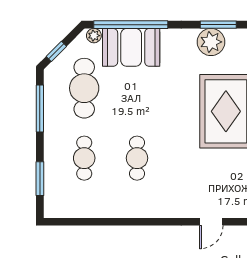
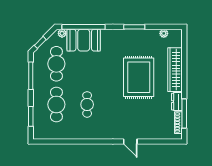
plant: (211, 42) -> (130, 37), removed
cafe table: (84, 158) -> (56, 104), width x1.37, depth x1.35
door: (211, 222) -> (130, 141), hinge flipped

